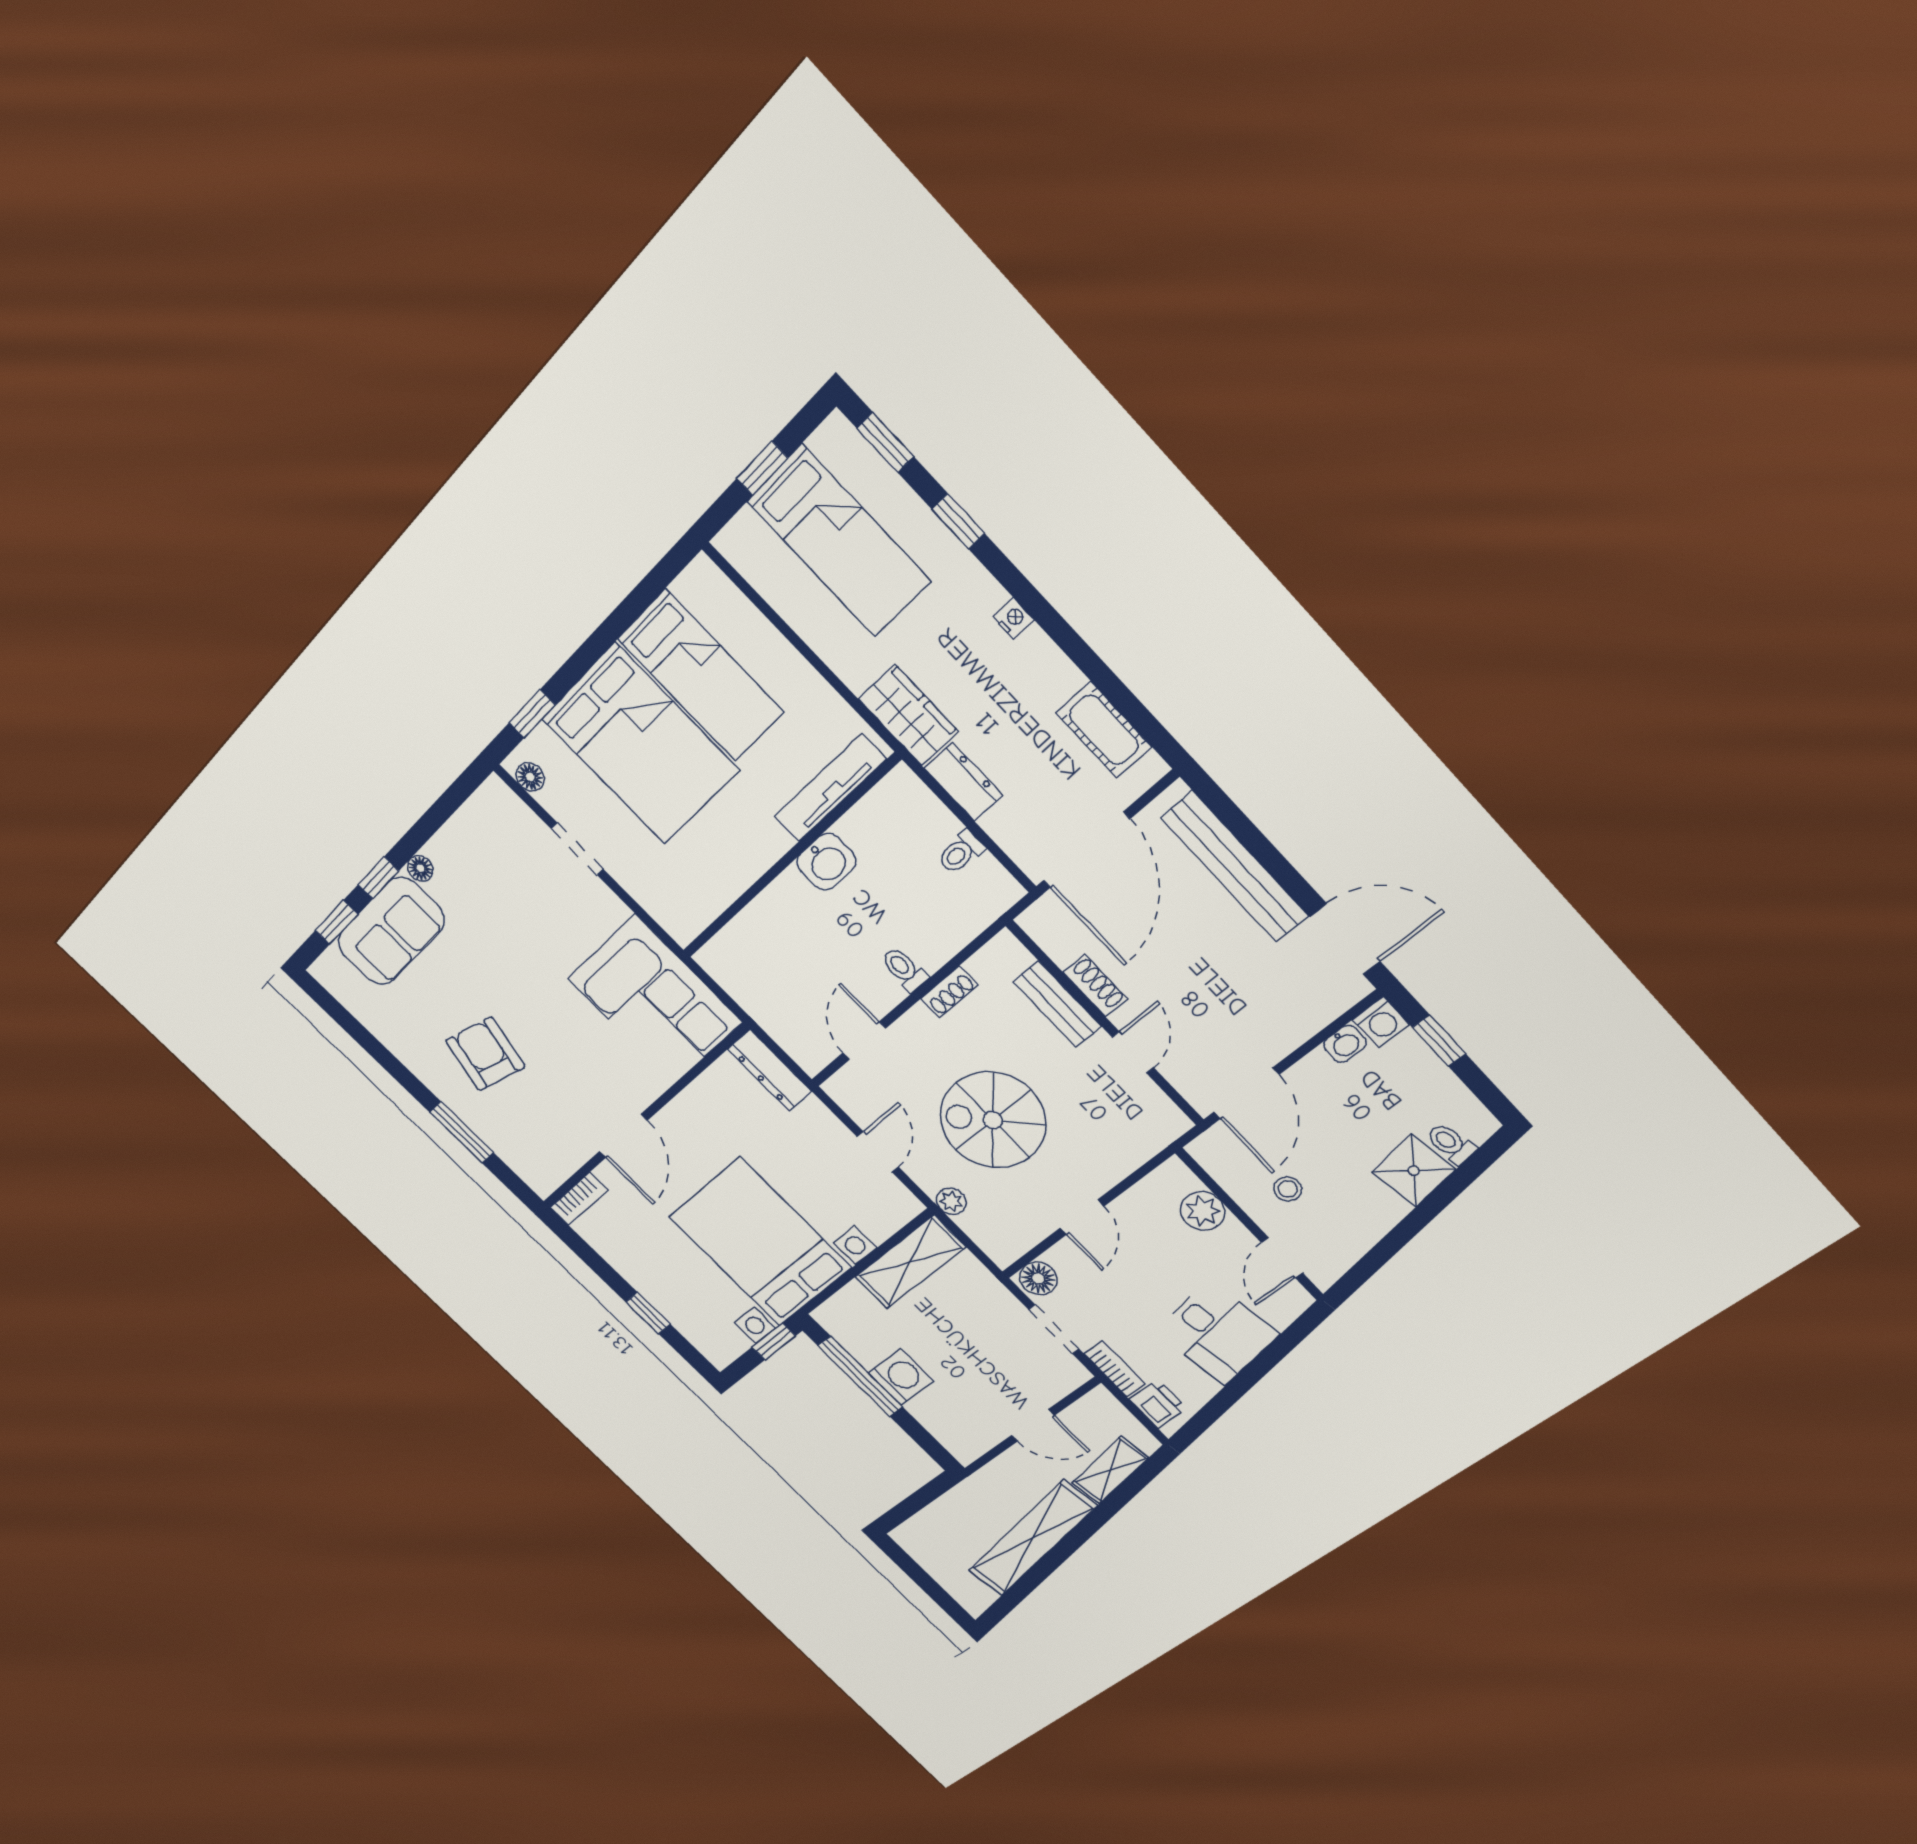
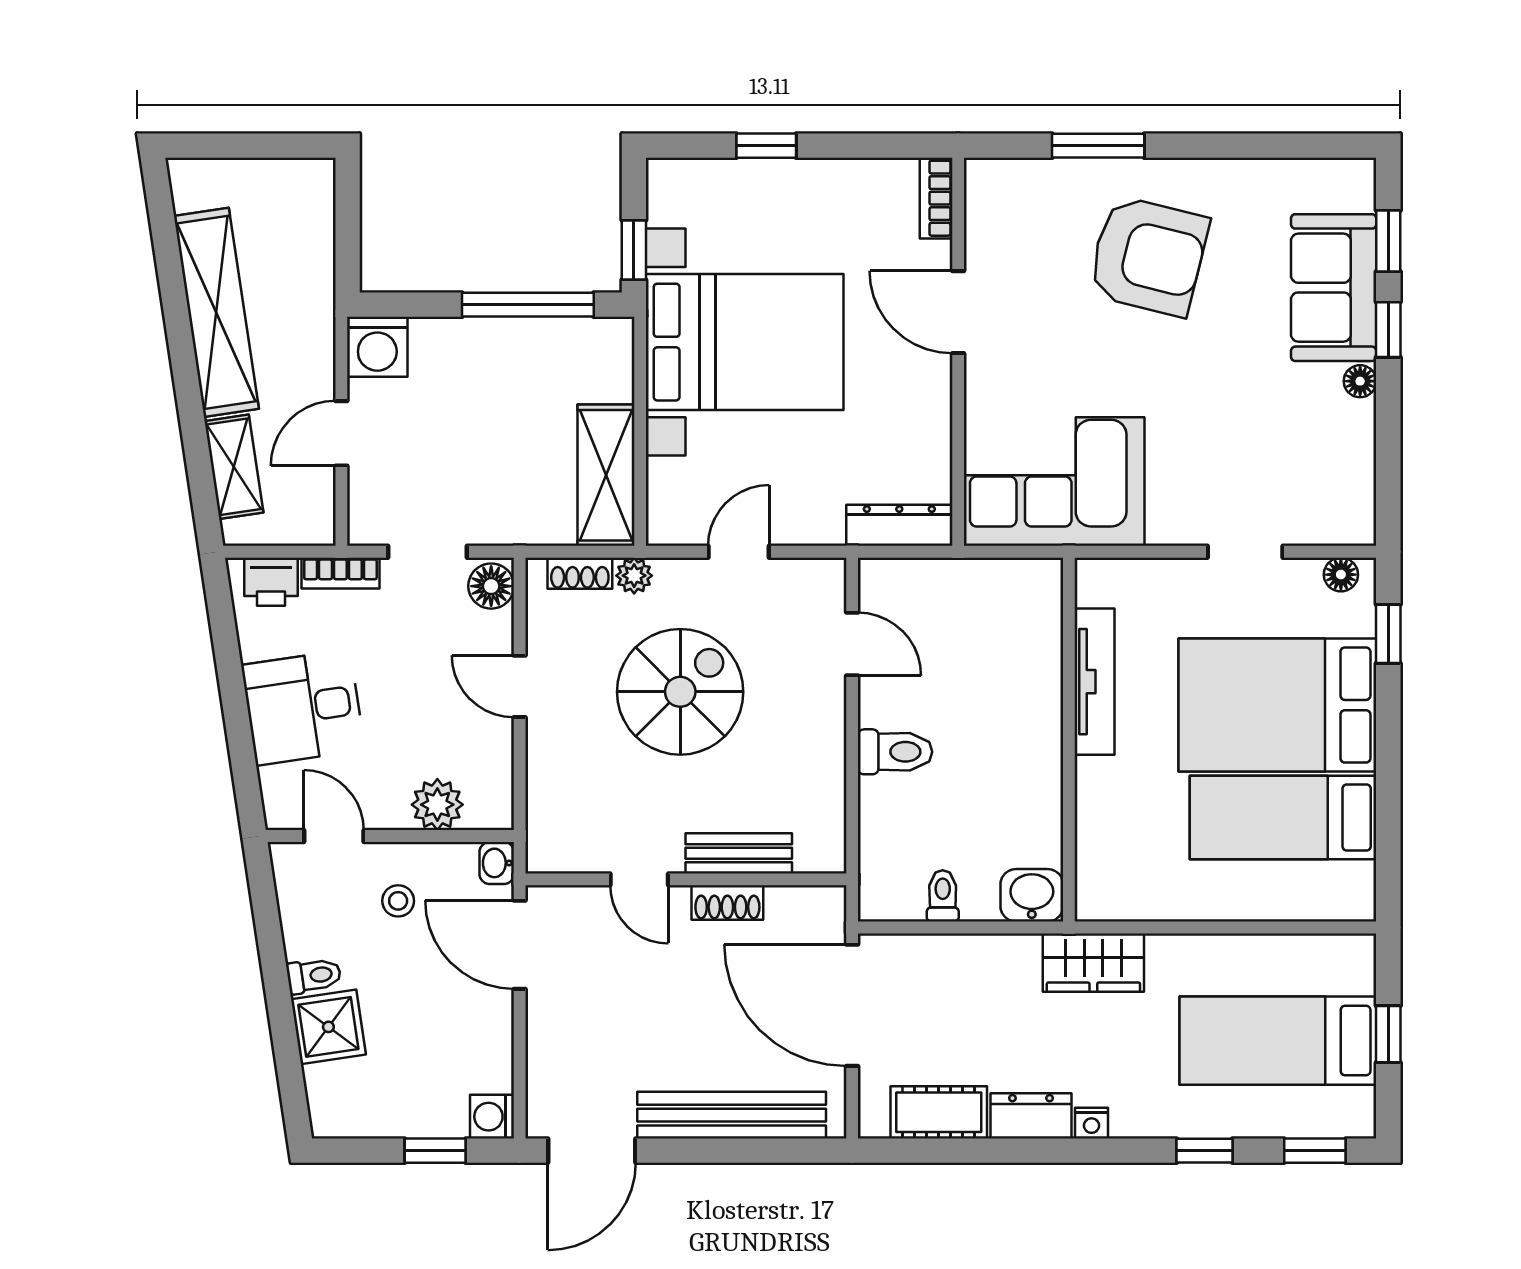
dresser: (964, 782) -> (1031, 1116), moved, turned 180
tv unit: (830, 788) -> (1094, 682), moved
washbasin: (826, 862) -> (1032, 895), moved, turned 90
toilet: (904, 969) -> (895, 752), width x1.37, depth x1.39
shoe rack: (949, 992) -> (580, 573), moved, turned -90
washbasin: (1345, 1044) -> (497, 863), moved
armchair: (485, 1054) -> (1148, 256), width x1.36, depth x1.36
toilet: (1451, 1144) -> (314, 976), moved
door: (878, 1152) -> (739, 552), swing flipped
washing machine: (901, 1377) -> (377, 347), moved

